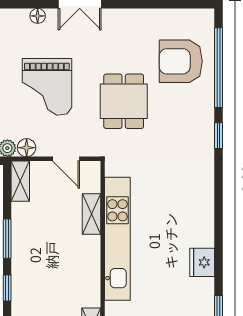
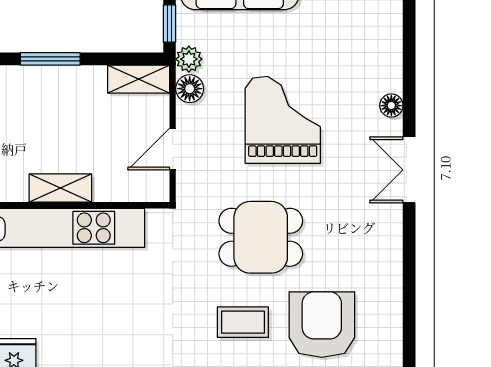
grand piano: (47, 87) -> (283, 120), turned 90
coffee table: (179, 113) -> (243, 322), added
shelving: (91, 214) -> (60, 188), moved

